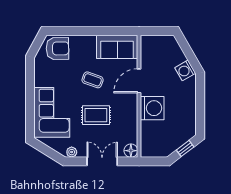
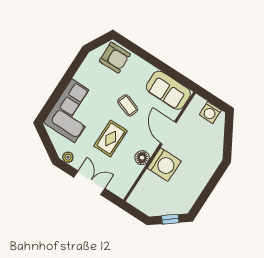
washing machine: (185, 70) -> (210, 112), moved, turned -60
door: (139, 81) -> (168, 133), hinge flipped
rug: (96, 115) -> (111, 138), turned 90
floor lamp: (131, 151) -> (142, 158), moved

